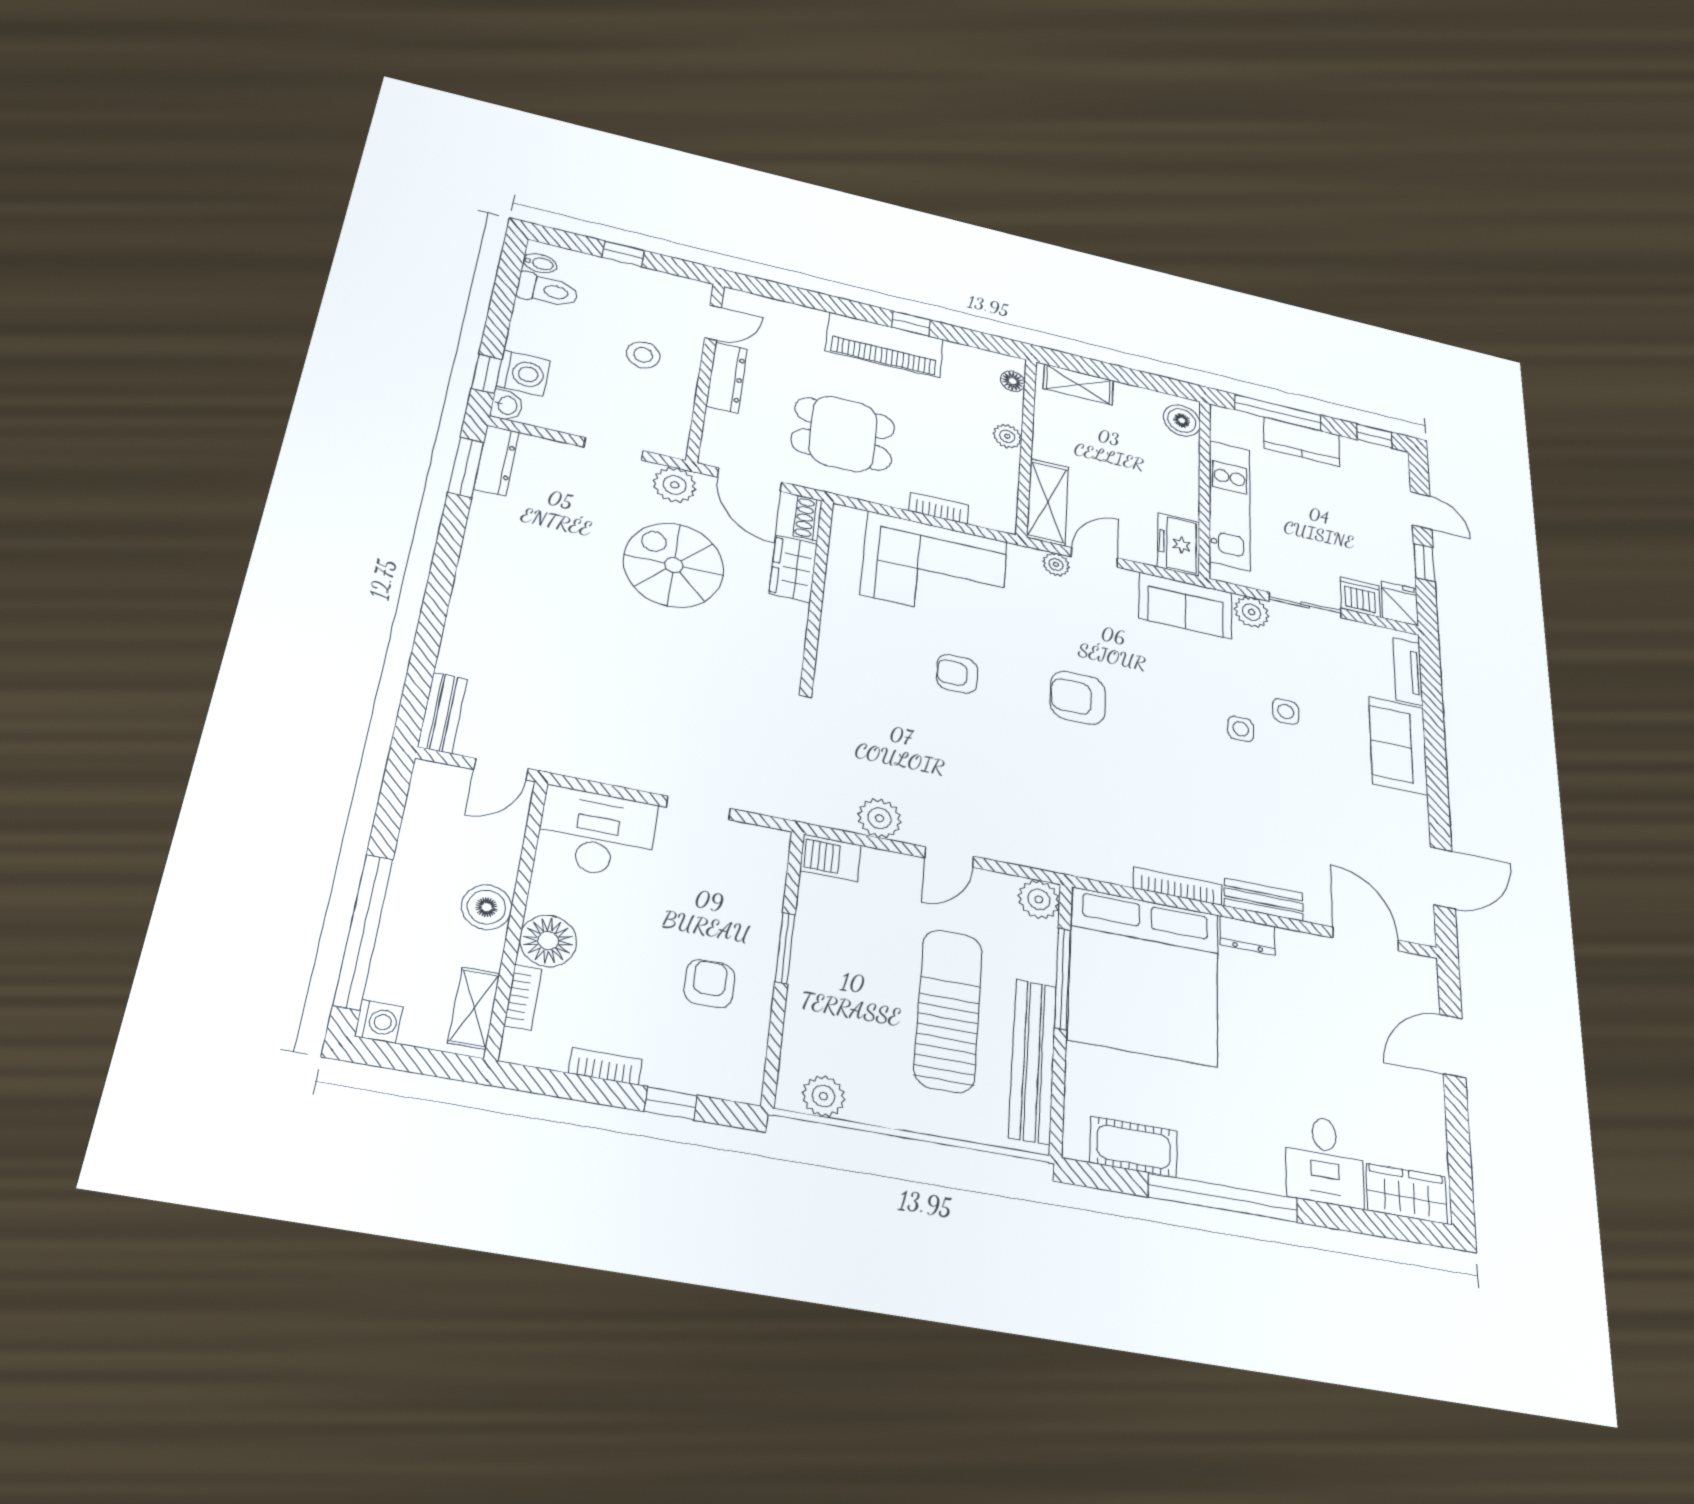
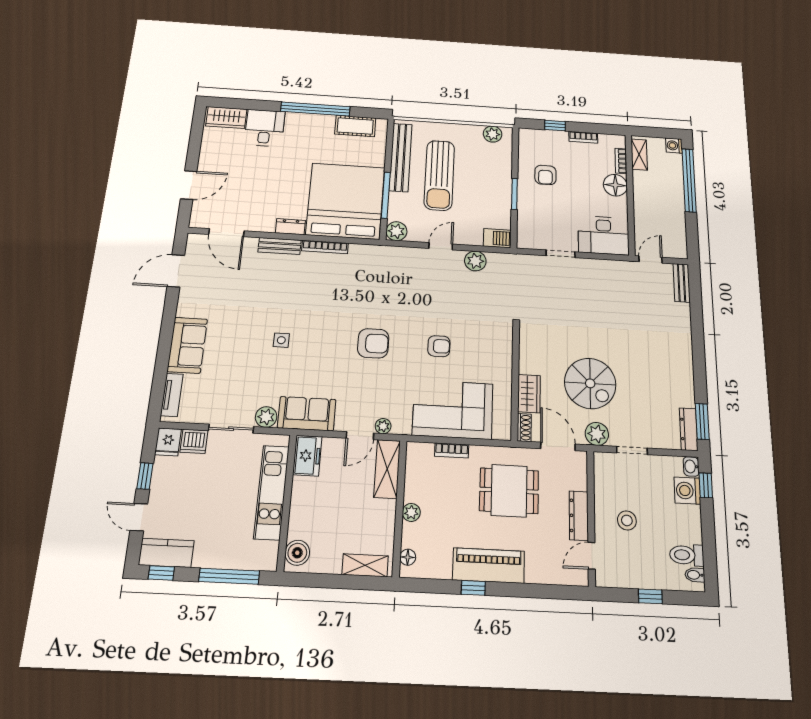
kitchen counter: (1302, 442) -> (166, 553), moved
side table: (1286, 711) -> (253, 355), removed
boiler: (487, 907) -> (643, 196), removed

